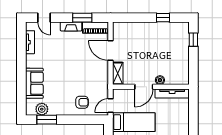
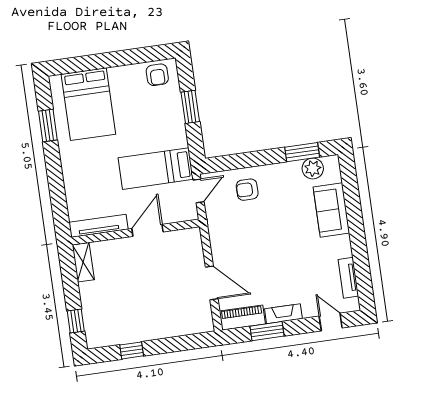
shelving: (118, 73) -> (83, 262), moved
boiler: (160, 80) -> (122, 245), removed

